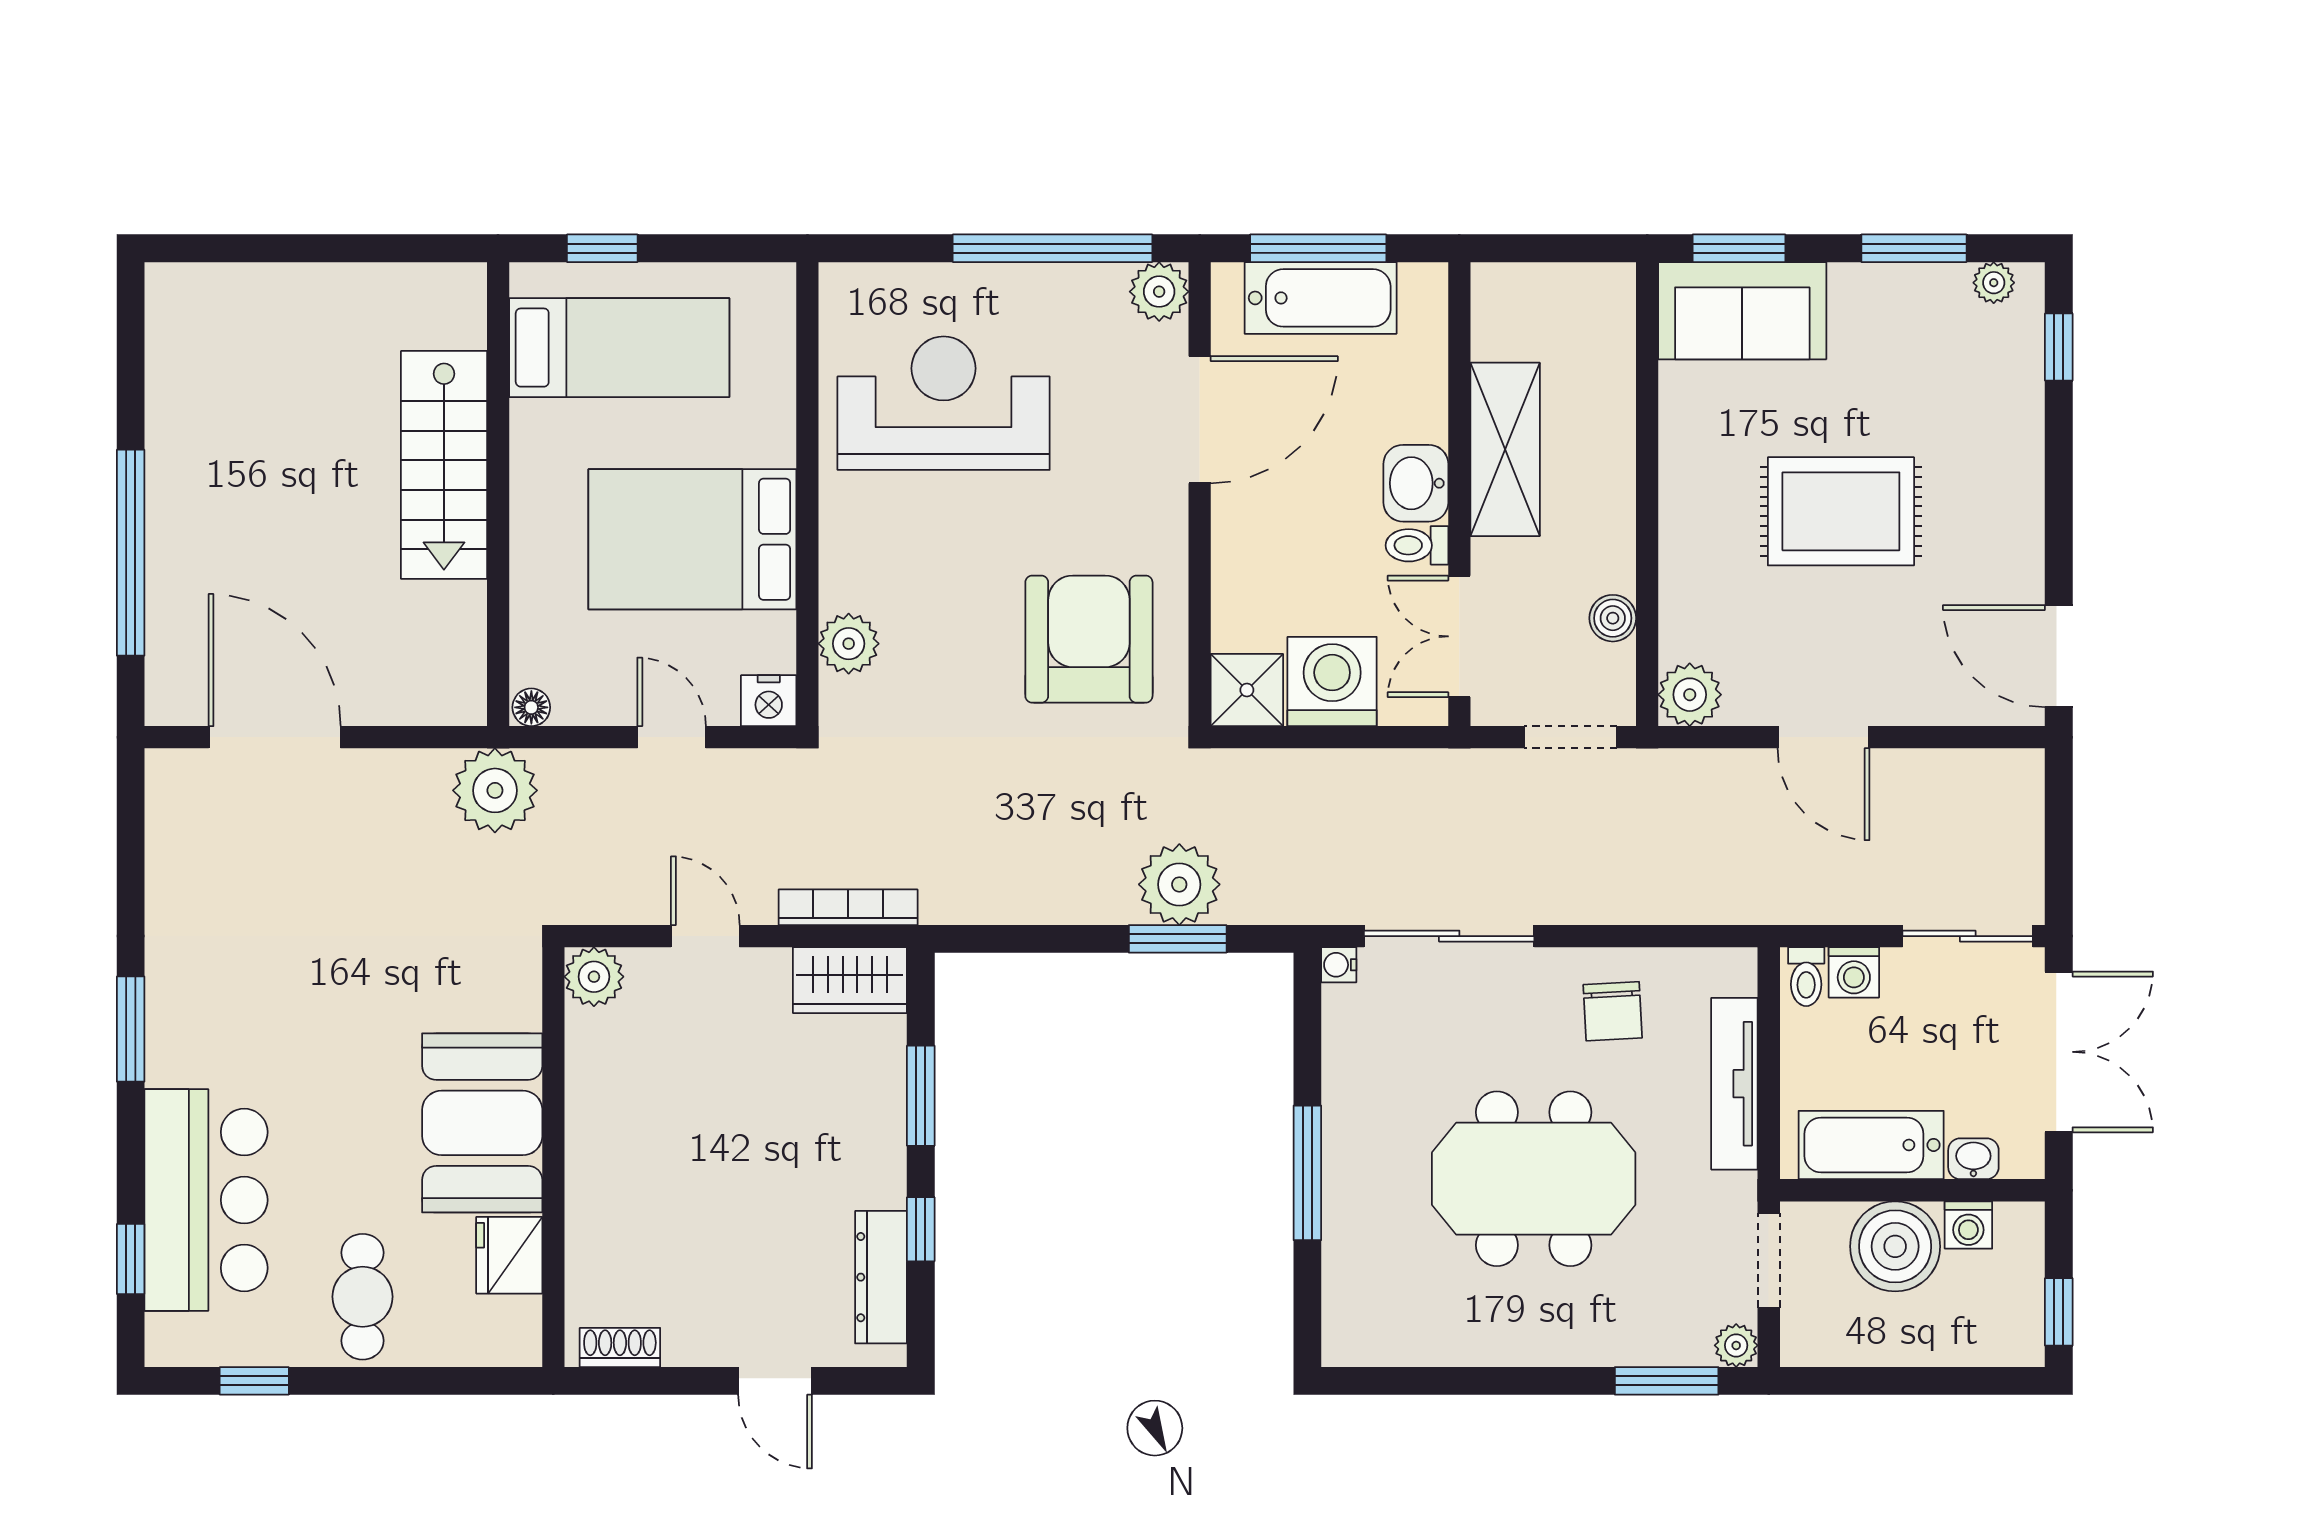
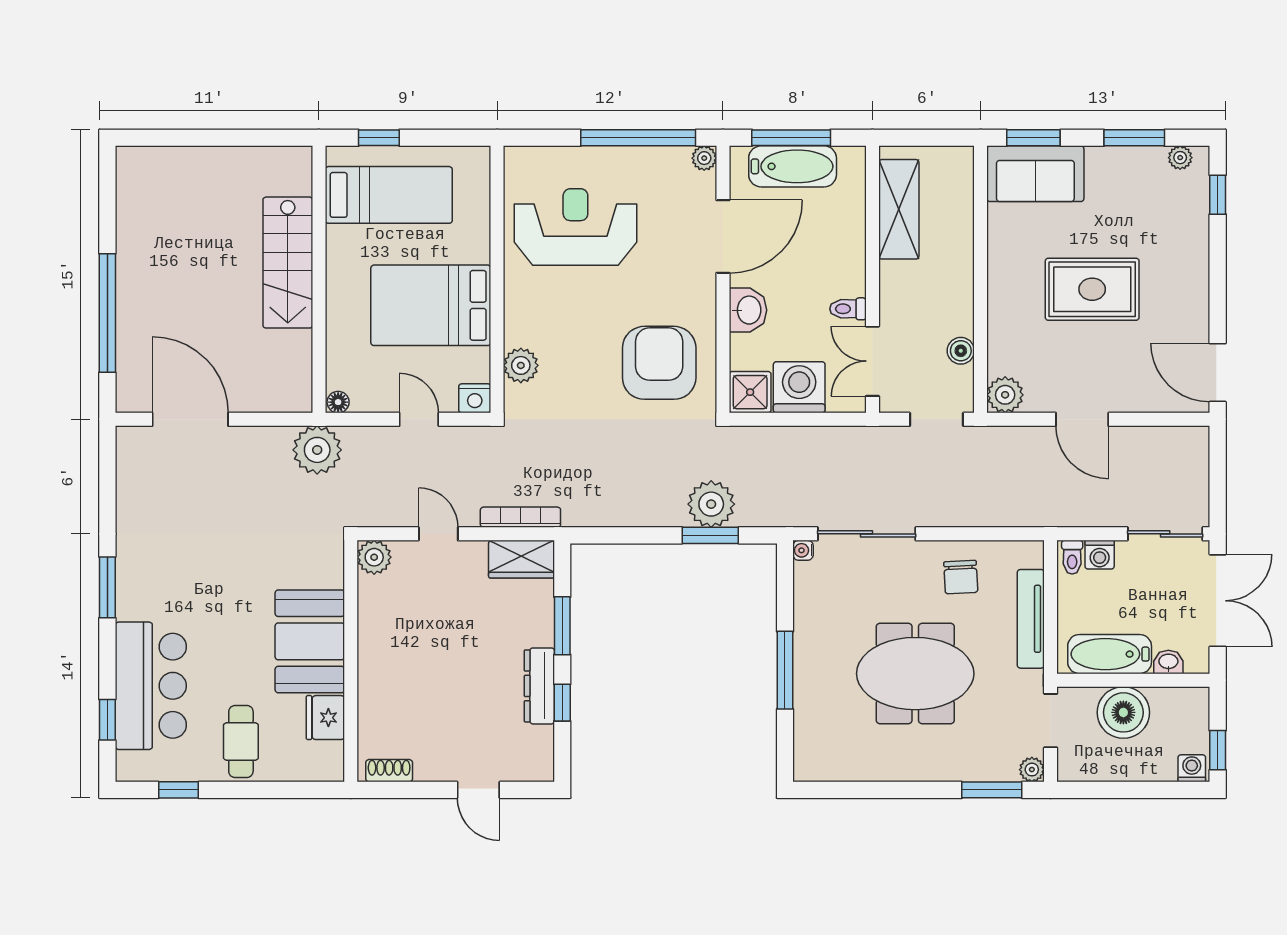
plant: (1159, 292) -> (704, 158), width x0.73, depth x0.73
shelving: (1505, 449) -> (899, 209), moved
washbasin: (1416, 483) -> (748, 310), moved, turned 180
washing machine: (1968, 1225) -> (1192, 768), moved, turned 180
dresser: (881, 1277) -> (539, 686), moved

